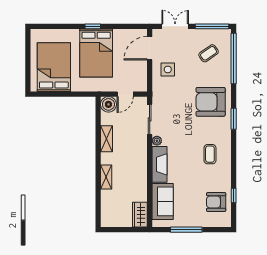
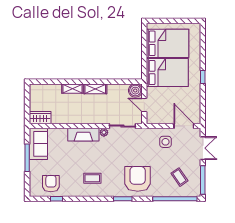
bed: (96, 53) -> (167, 73), moved, turned 180
shelving: (107, 139) -> (95, 89), moved
sofa: (163, 201) -> (38, 144), moved, turned -90

